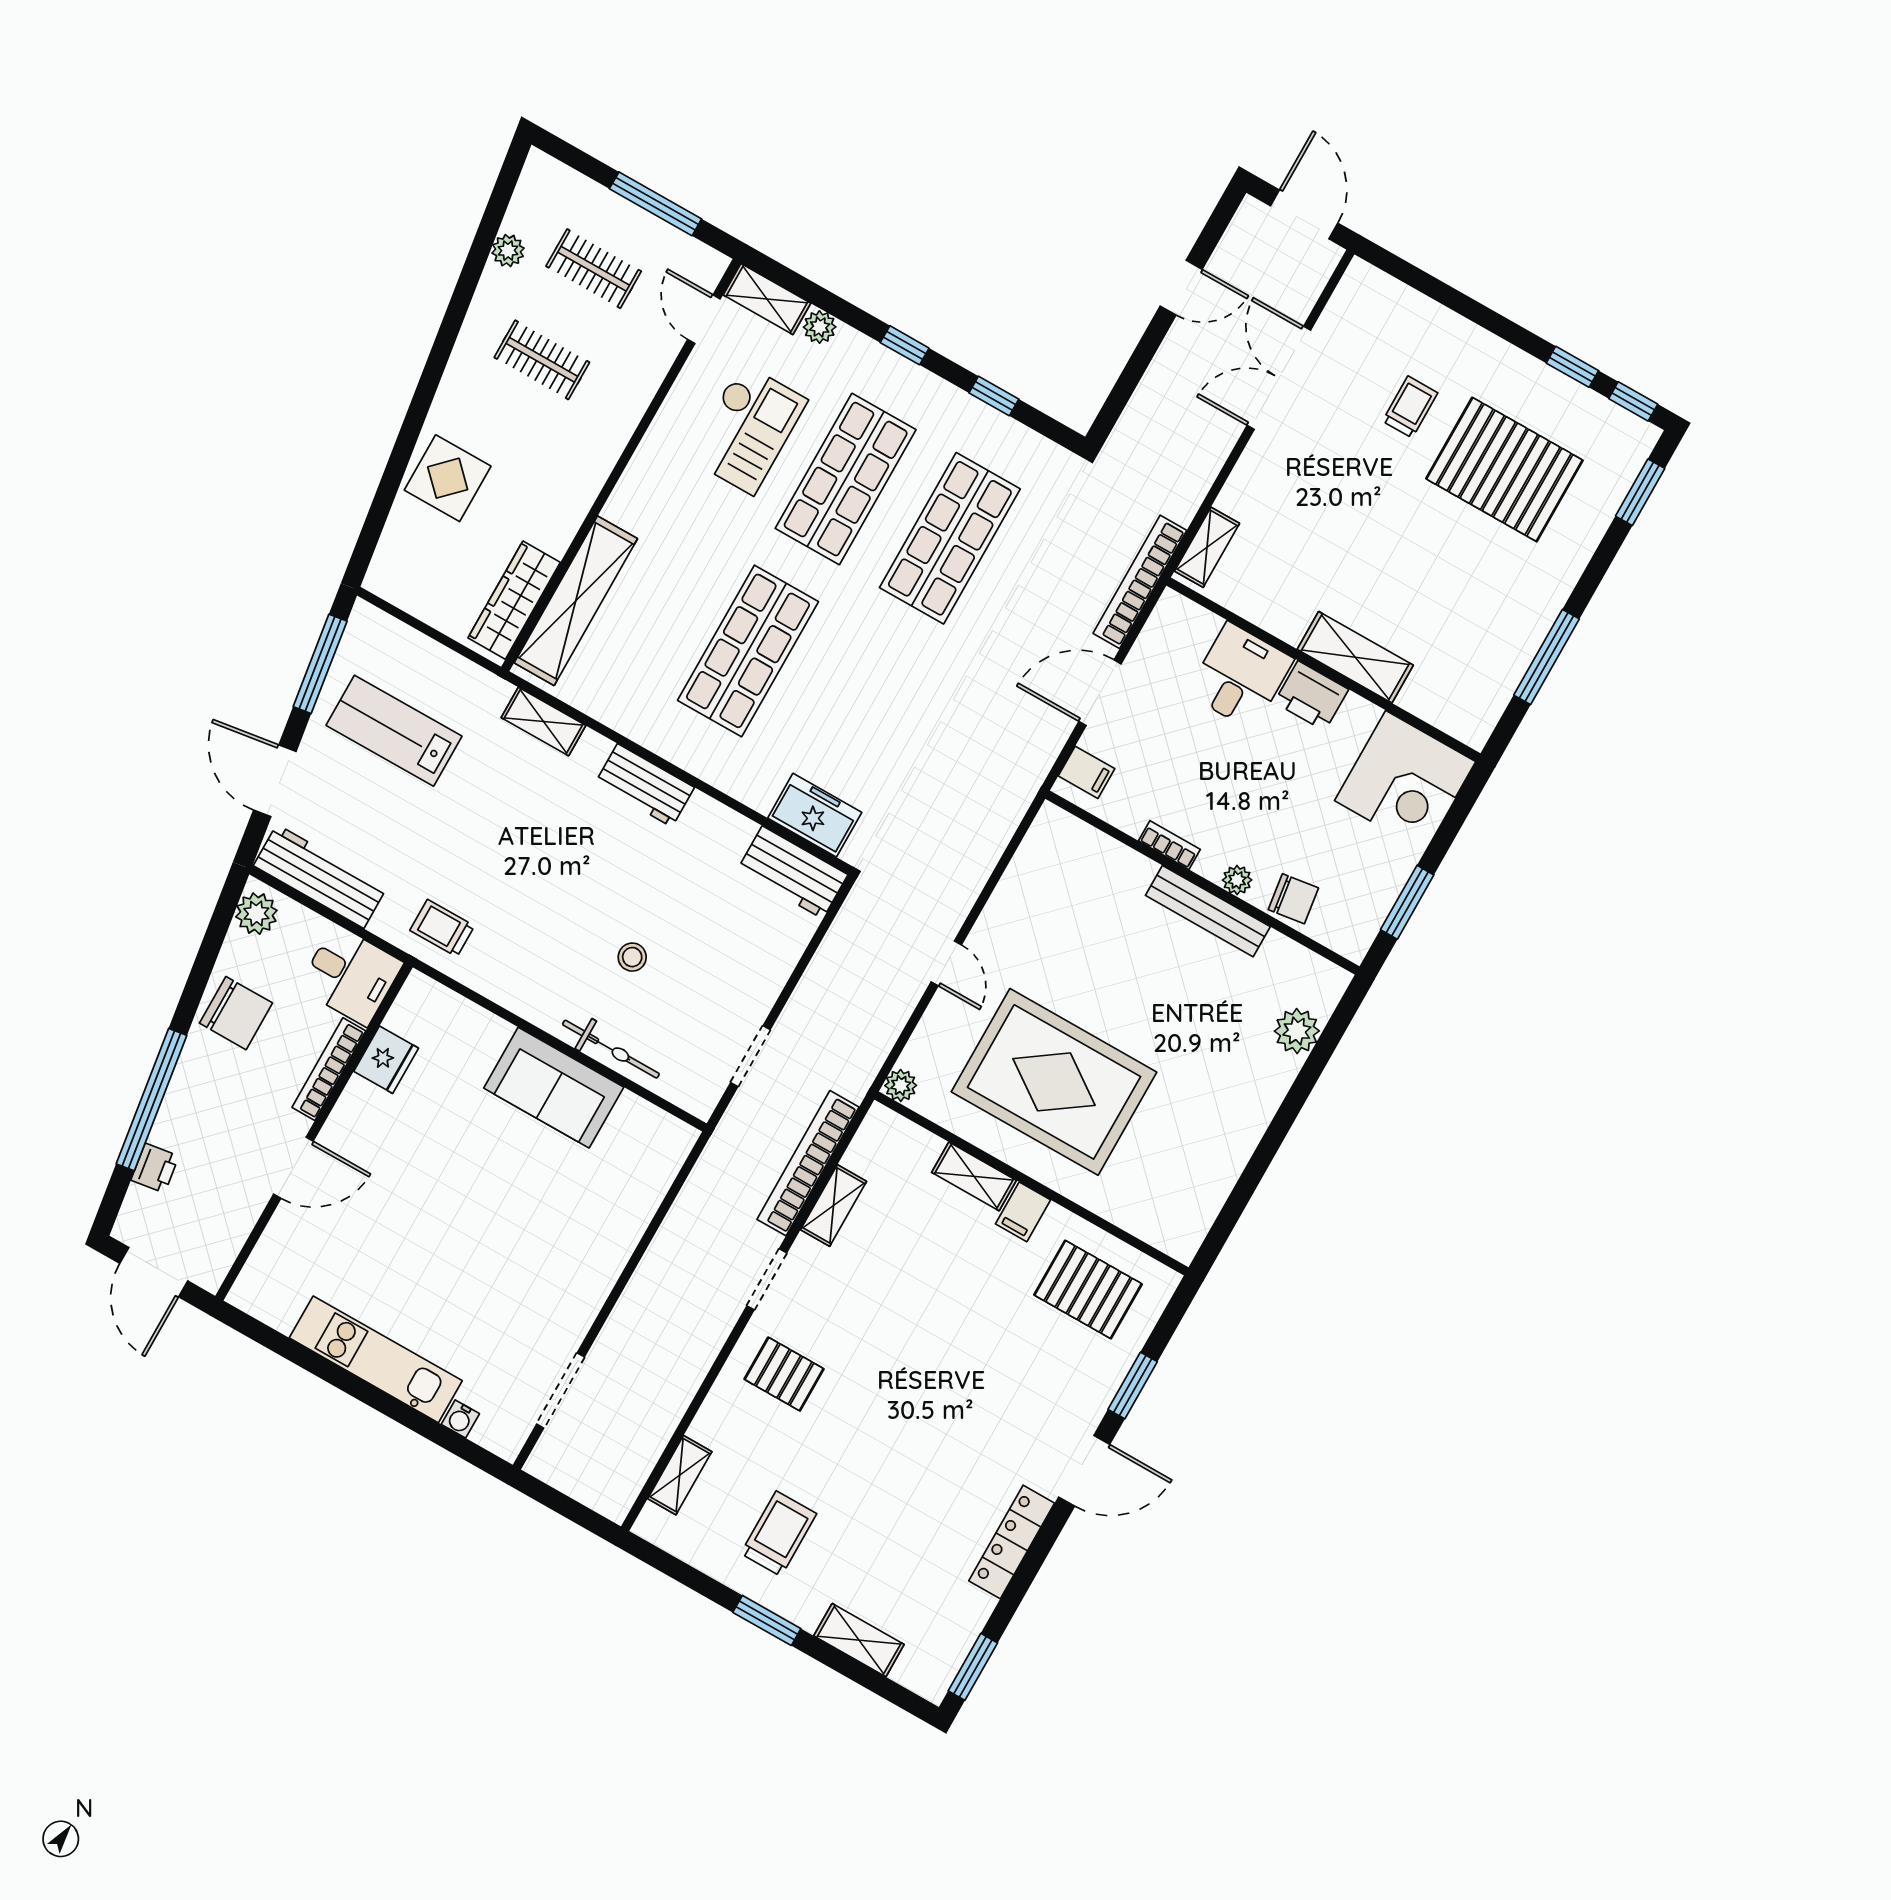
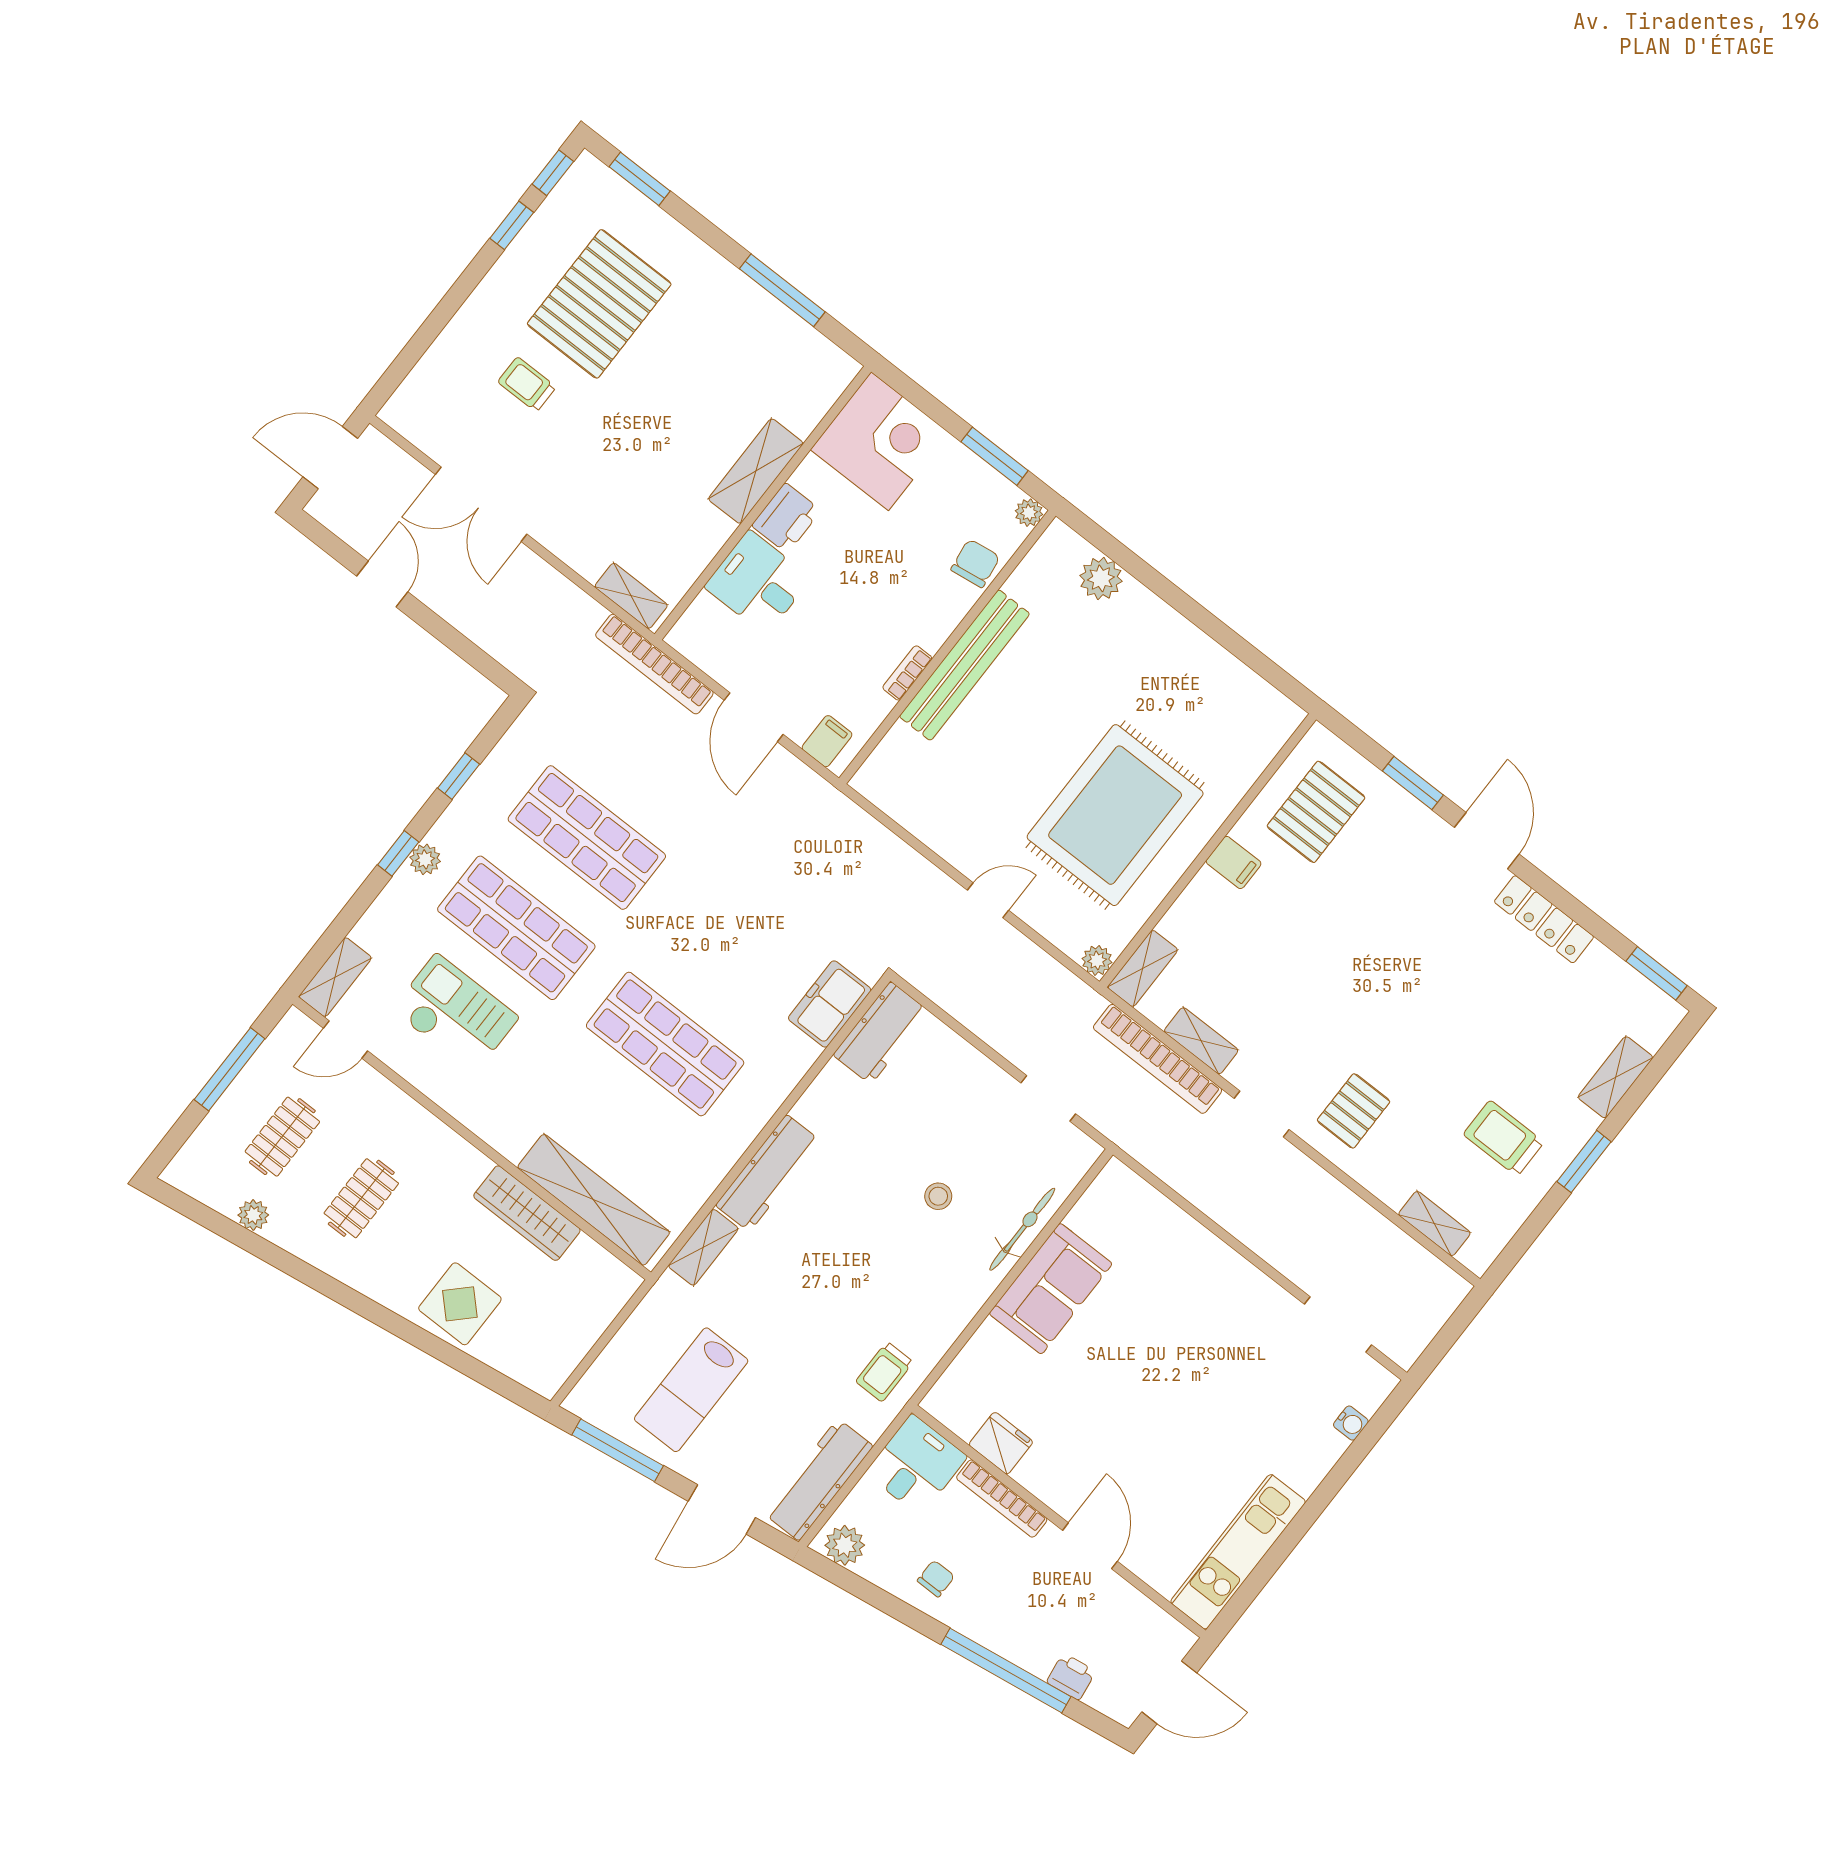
plant: (820, 327) -> (425, 859), moved
wardrobe: (514, 600) -> (527, 1213), moved
workbench: (645, 785) -> (768, 1173), width x1.38
plant: (1237, 880) -> (1029, 513), moved
bench: (1208, 911) -> (965, 665), width x1.37, depth x1.21
chair: (236, 1013) -> (936, 1579), width x0.54, depth x0.54
shelving: (974, 1176) -> (1143, 968), moved
kitchen unit: (376, 1359) -> (1238, 1552), moved

